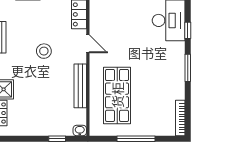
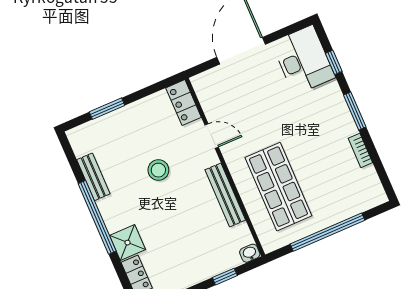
bookcase: (180, 118) -> (360, 150), moved, width x0.64
window: (136, 139) -> (327, 232), width x1.46

